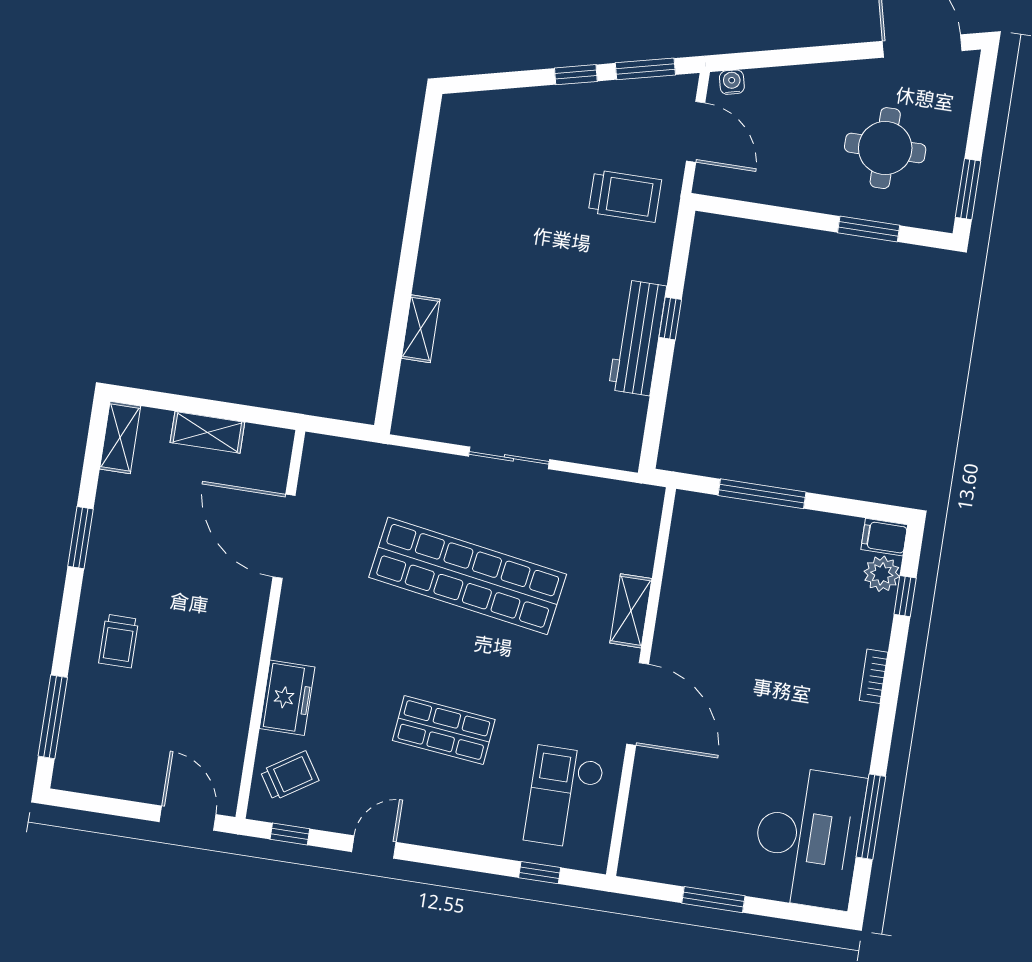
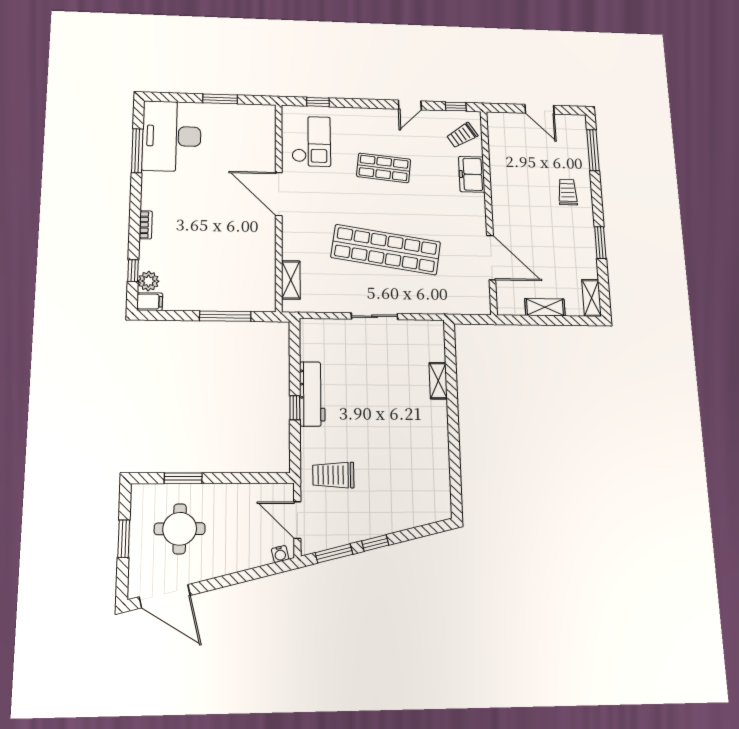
window: (968, 189) -> (124, 539), moved
shelving: (631, 611) -> (291, 280), moved
door: (188, 818) -> (540, 109), moved

